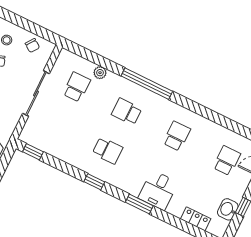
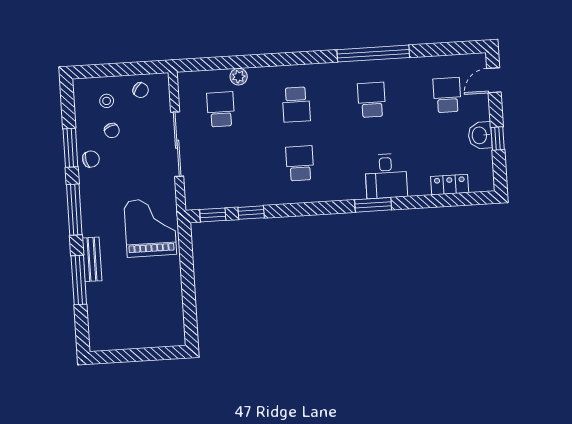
window: (147, 84) -> (373, 54), moved
school desk: (127, 112) -> (296, 105), turned -90
school desk: (108, 151) -> (300, 163), turned -90
window: (94, 182) -> (251, 213), moved
washbasin: (228, 209) -> (480, 135), moved

